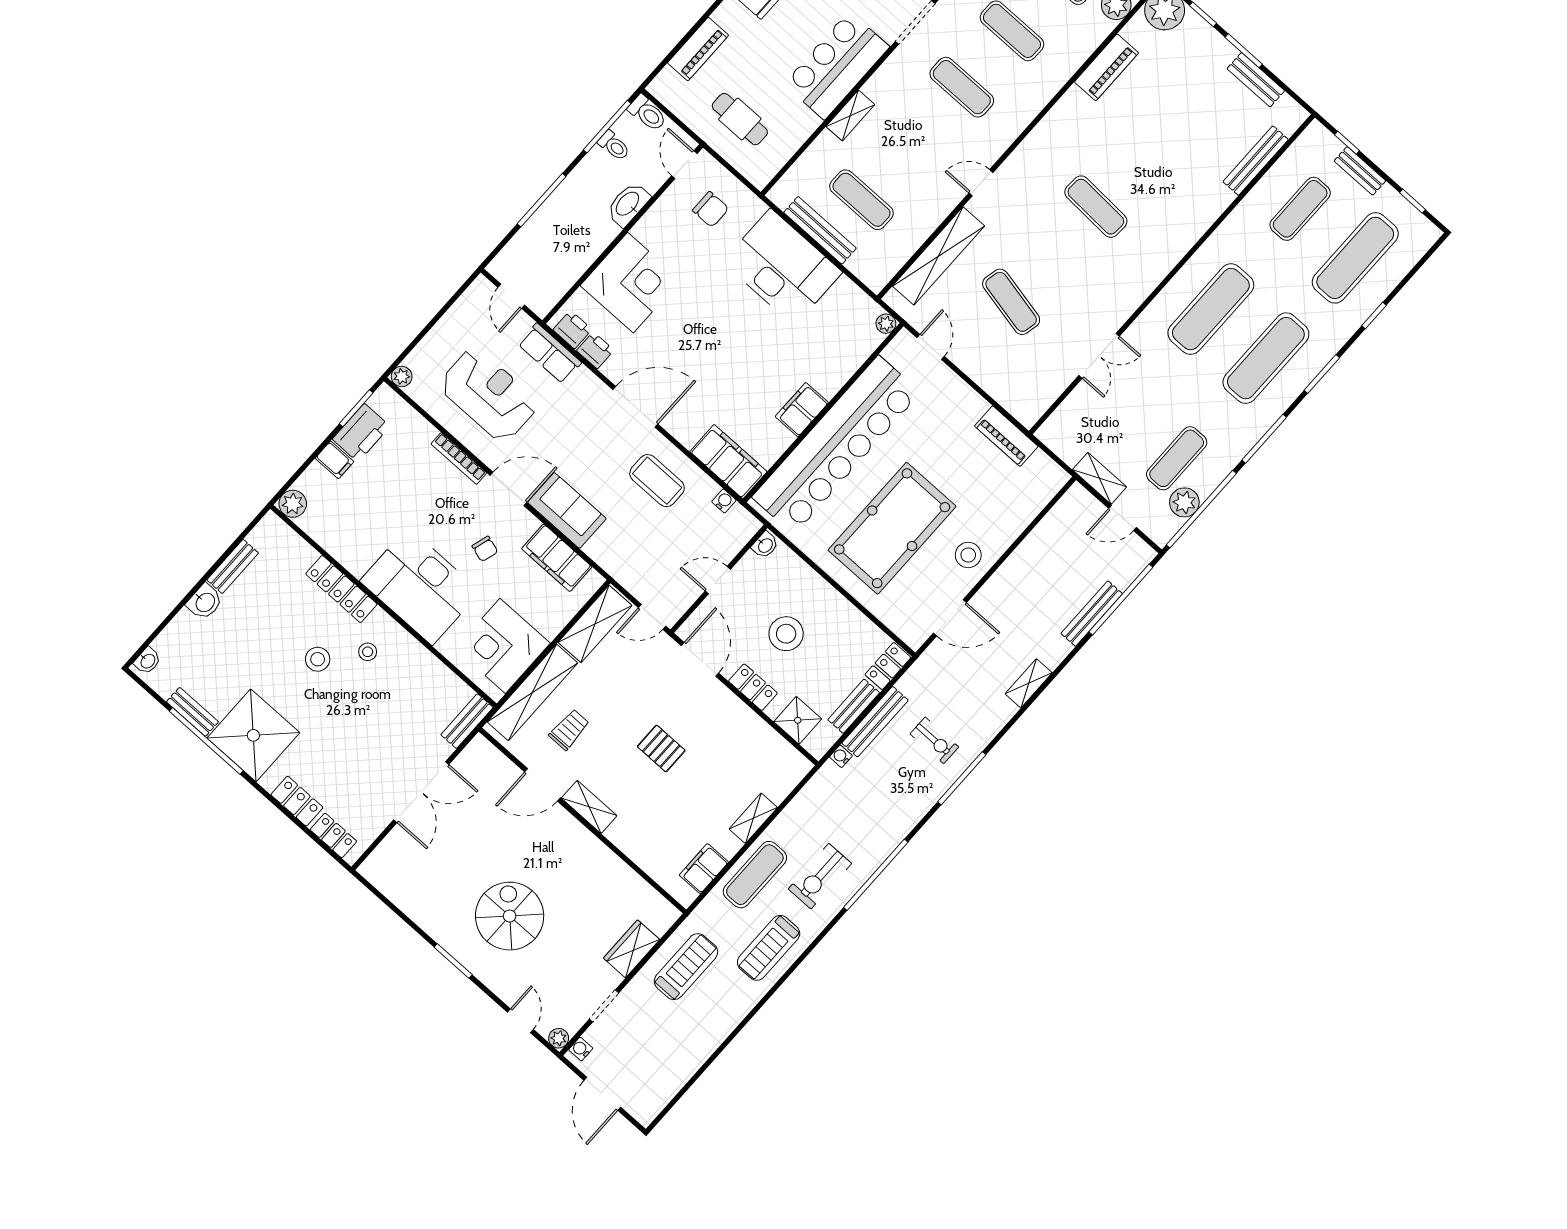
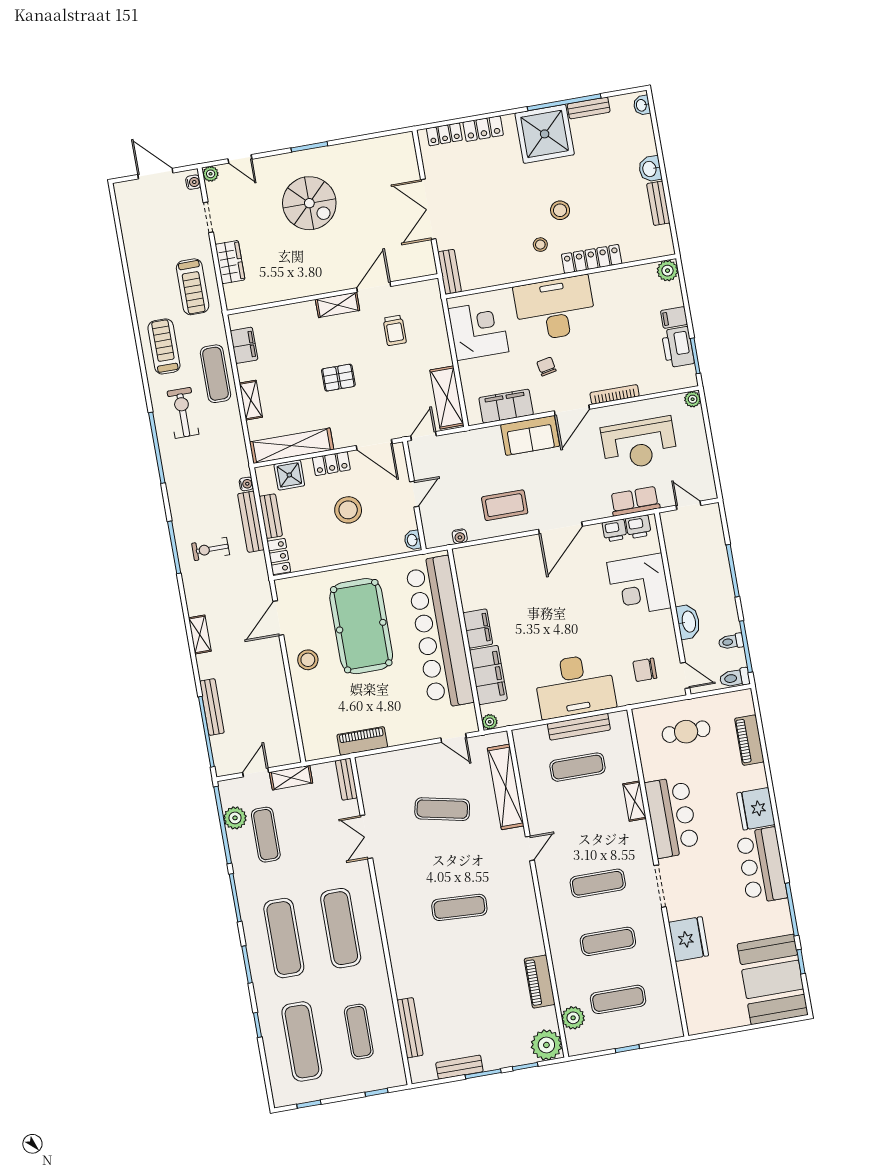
bench: (1360, 171) -> (346, 779), moved, turned 90
filing cabinet: (728, 462) -> (488, 675), moved, turned -90
chair: (485, 549) -> (546, 366), turned 62
shelving: (532, 692) -> (292, 446), moved, turned 90

